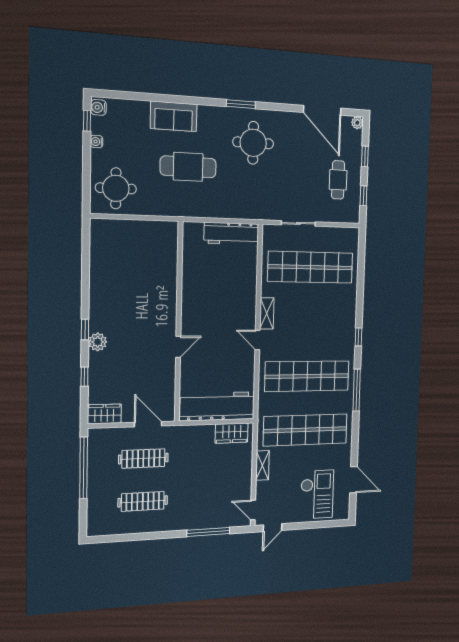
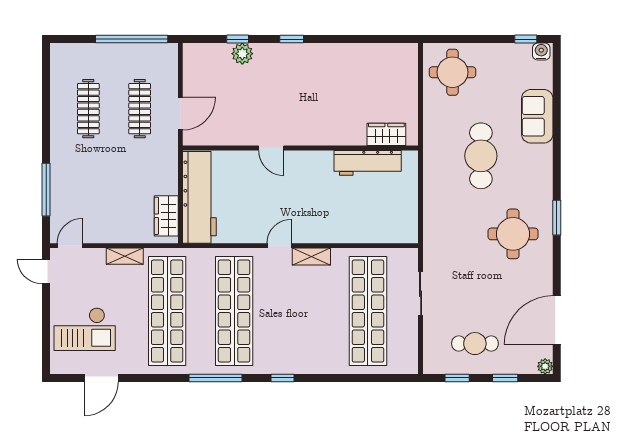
sofa: (174, 116) -> (537, 116), moved
water cooler: (96, 142) -> (504, 50), removed
workbench: (231, 234) -> (368, 163), moved, turned -90
plant: (98, 342) -> (242, 54), moved
wardrobe: (104, 414) -> (386, 134), moved, turned -90

